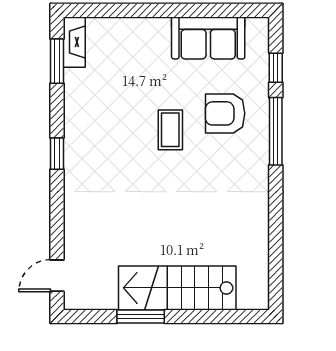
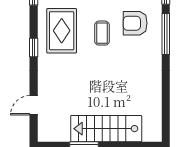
rug: (103, 126) -> (62, 31), added
door: (57, 276) -> (34, 105), moved

